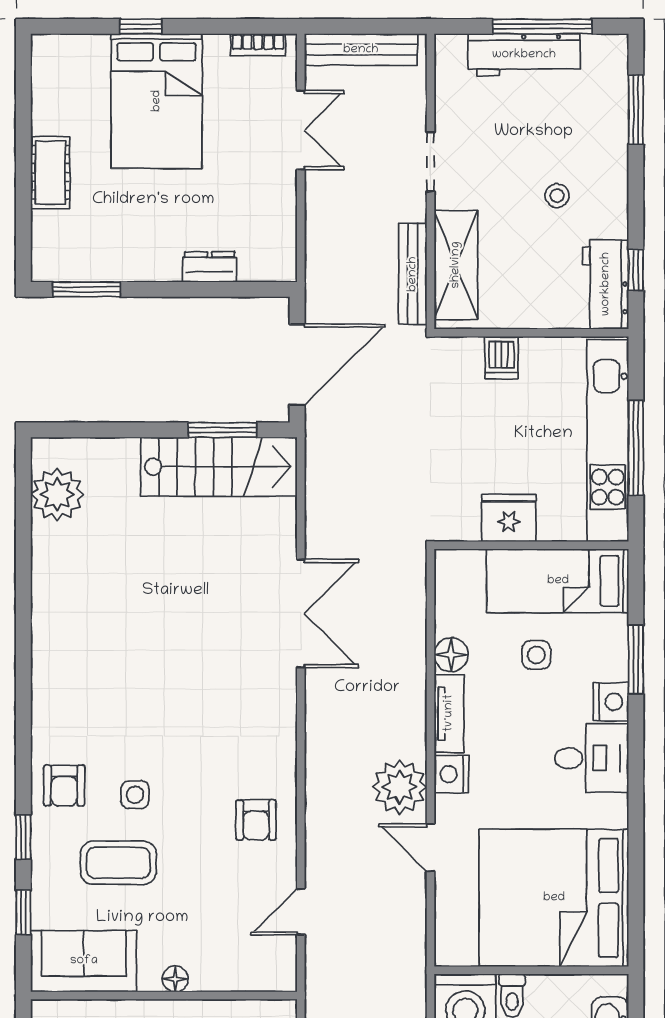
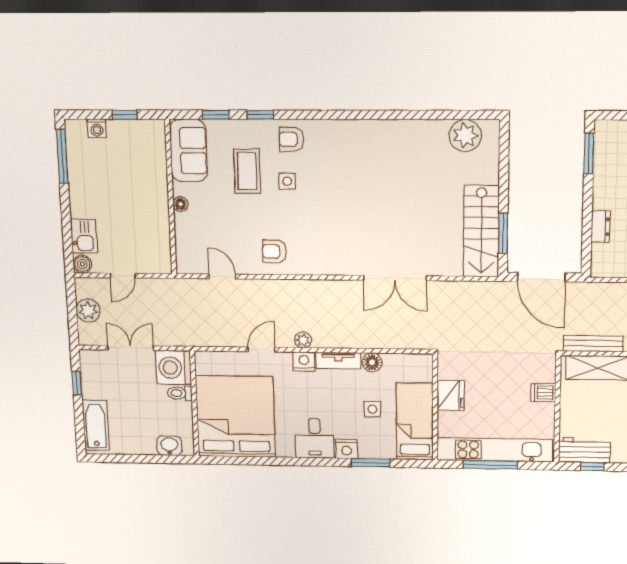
plant: (400, 787) -> (303, 340), width x0.53, depth x0.53

